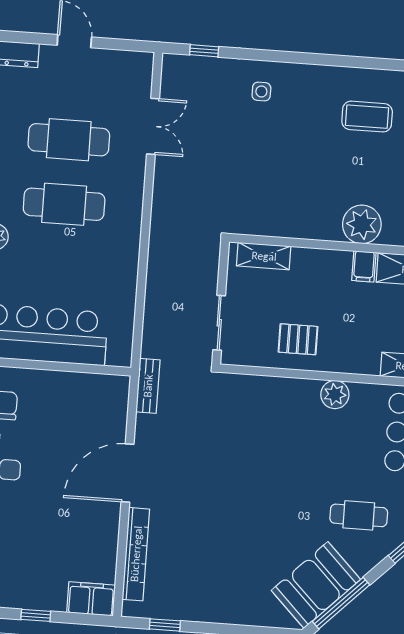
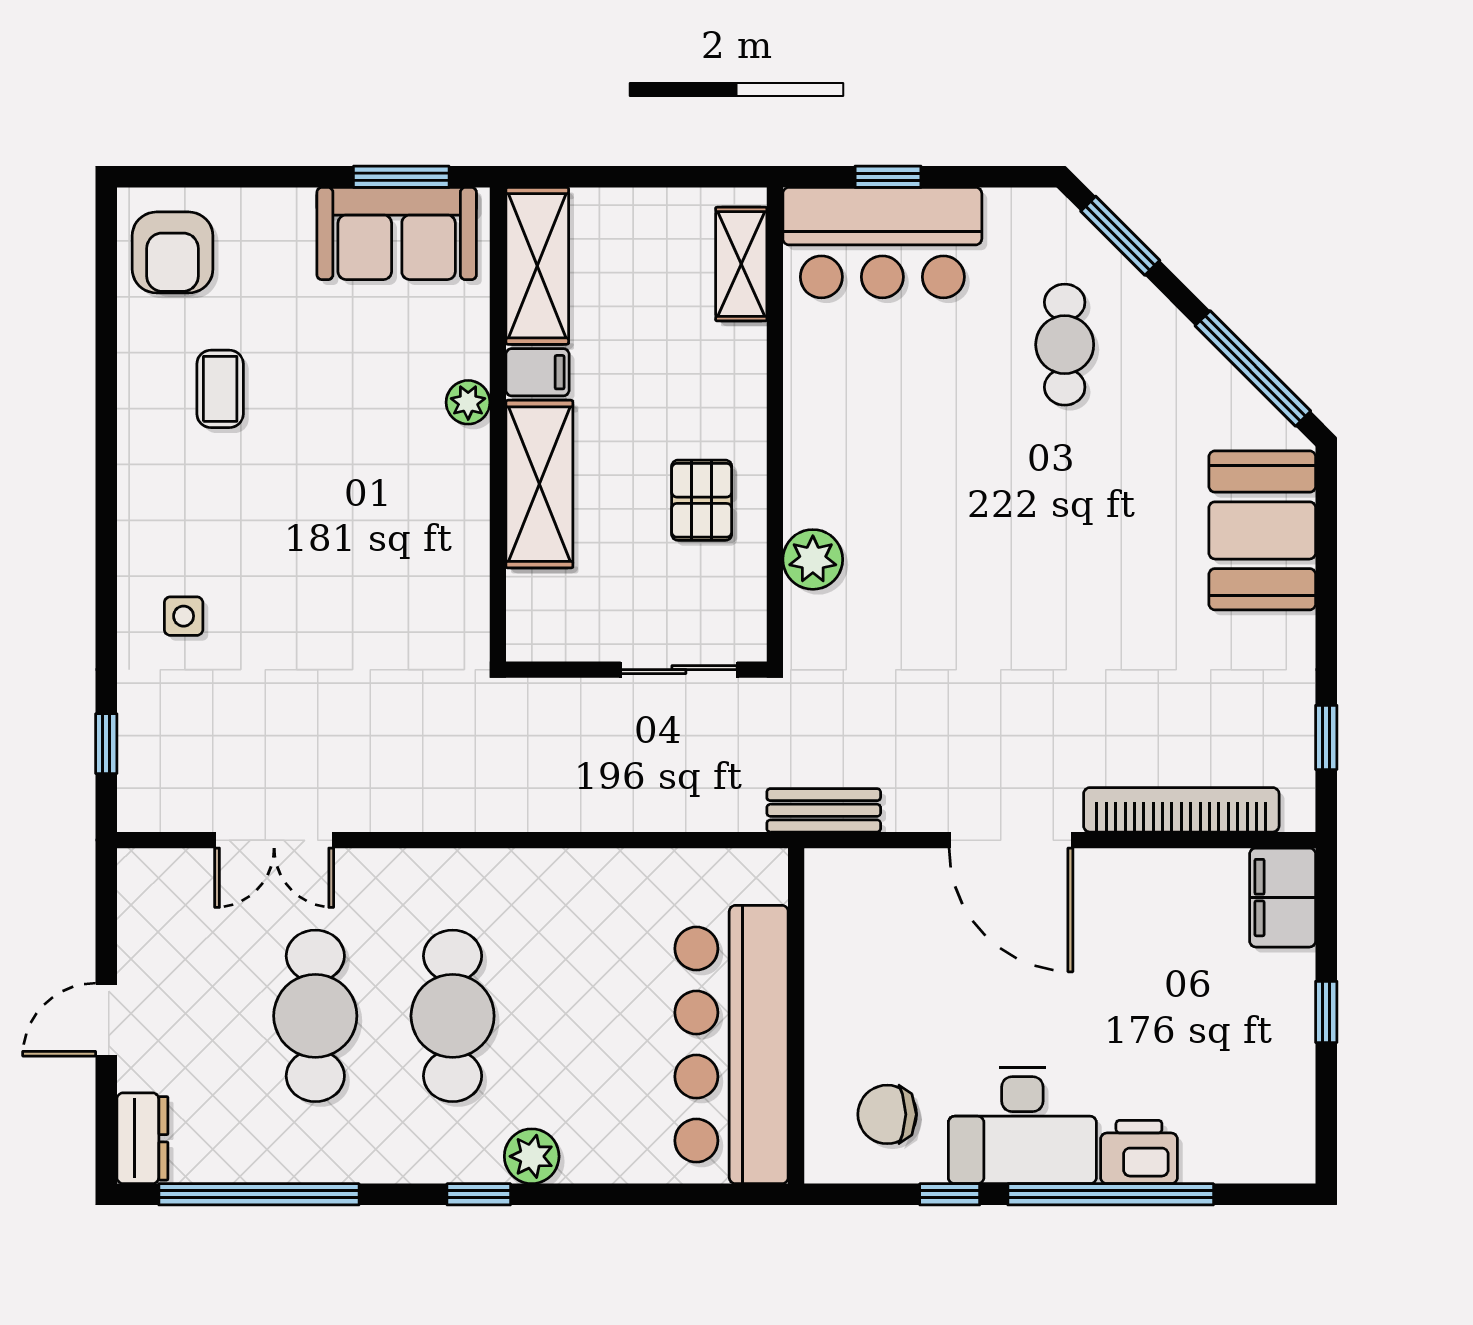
coffee table: (367, 117) -> (220, 389), width x0.73, depth x0.77
double door: (153, 126) -> (274, 840), swing flipped
plant: (362, 224) -> (468, 402), width x0.53, depth x0.53
shelving: (264, 256) -> (539, 484), moved, width x1.50, depth x1.33
plant: (335, 395) -> (813, 559), moved
booth: (316, 585) -> (1262, 530), moved, turned 45

